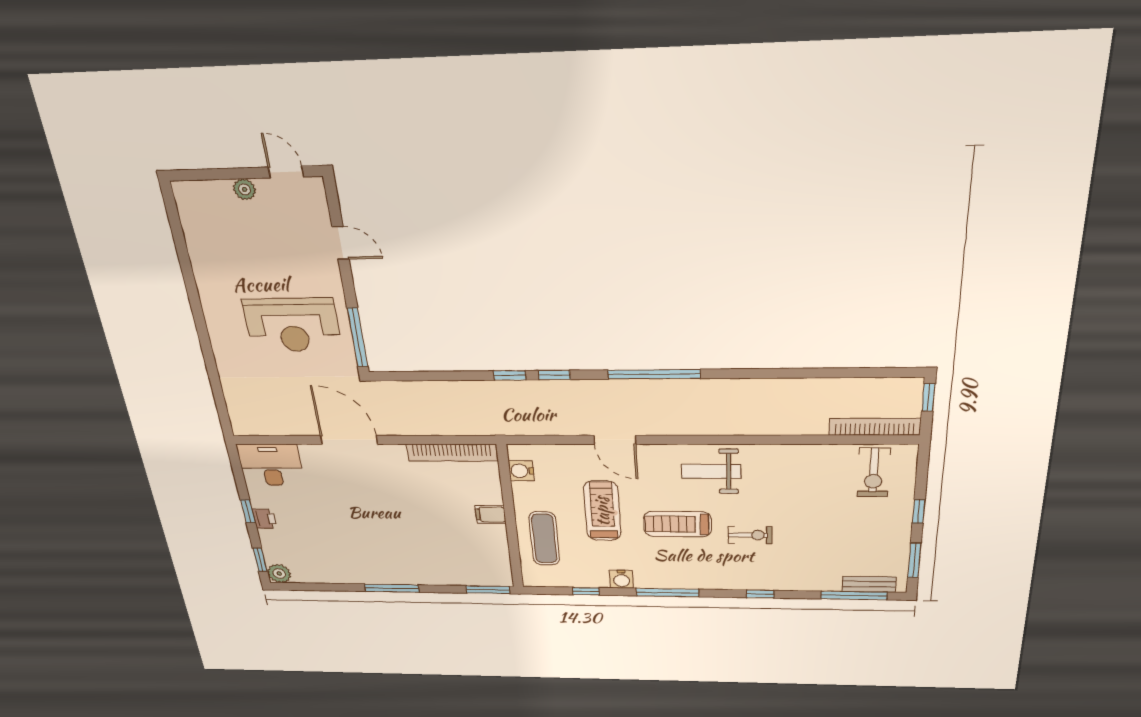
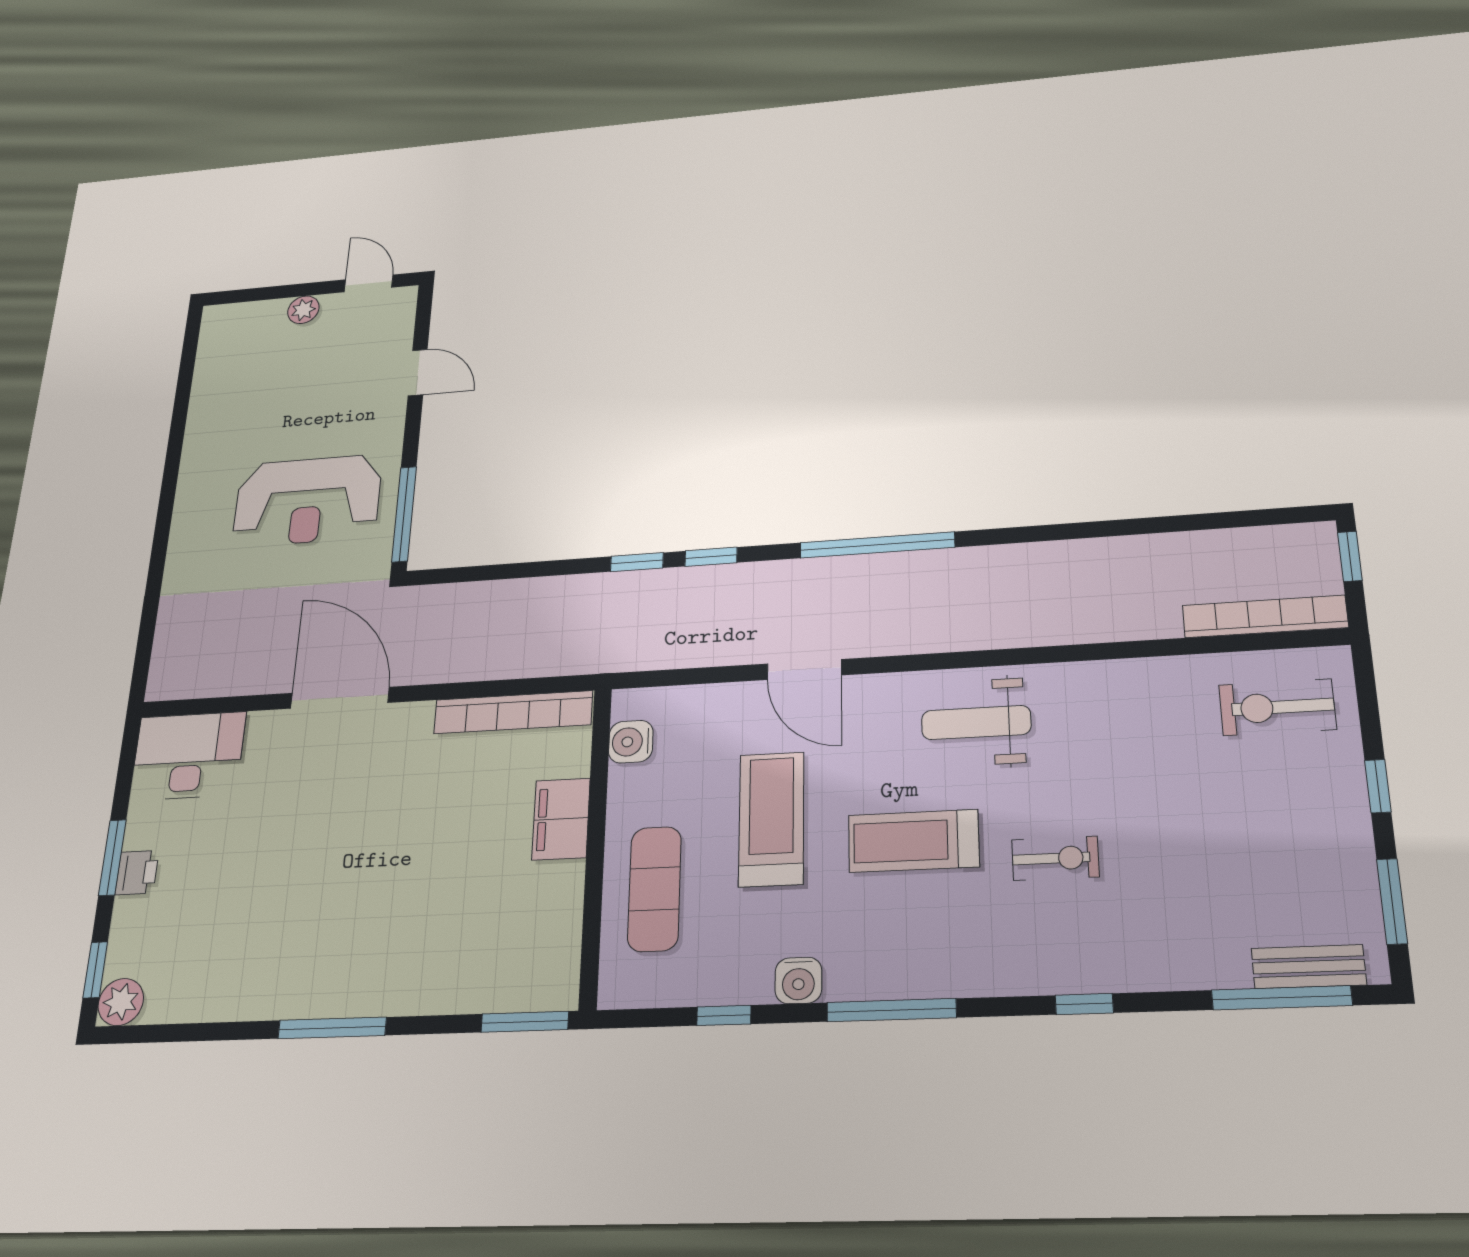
exercise bike: (874, 473) -> (1277, 707), turned 90
window: (248, 511) -> (112, 858), width x1.50
filing cabinet: (490, 514) -> (561, 819), width x2.00

